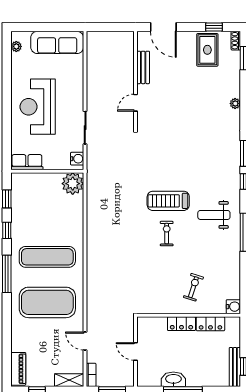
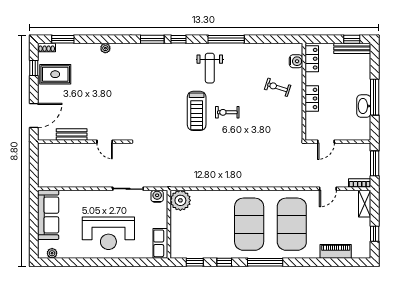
exercise mat: (47, 257) -> (249, 224), width x1.47
water cooler: (233, 307) -> (296, 61), moved, turned 90
locker: (210, 324) -> (312, 59), moved
door: (135, 351) -> (326, 142), moved
piano: (18, 369) -> (336, 251), moved

